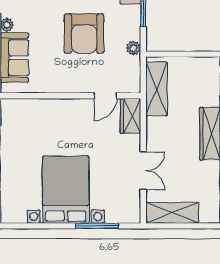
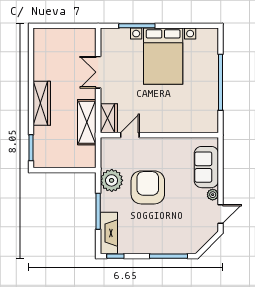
plant: (133, 48) -> (112, 180), width x1.87, depth x1.87
shelving: (157, 89) -> (87, 122), moved
shelving: (172, 213) -> (74, 37), removed

